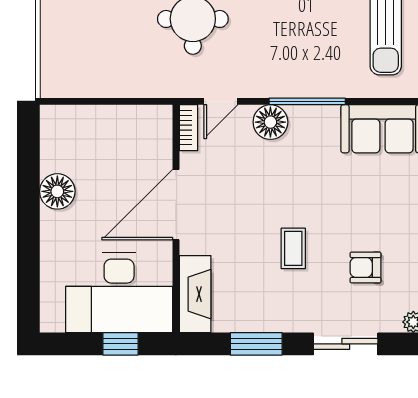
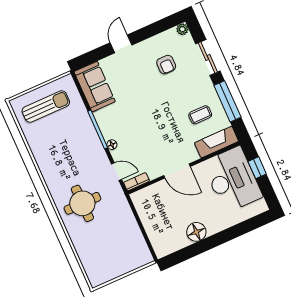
floor lamp: (270, 122) -> (112, 145), width x0.53, depth x0.53
door: (176, 205) -> (177, 171), width x0.73
coffee table: (293, 248) -> (200, 115), moved
window: (256, 344) -> (227, 101), width x1.44

